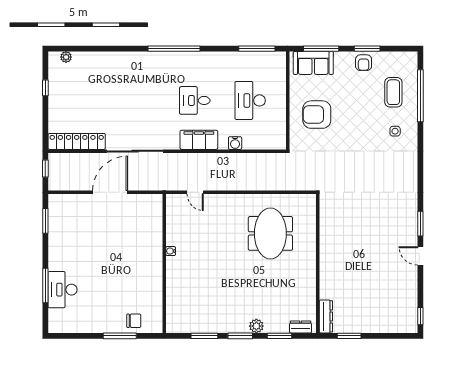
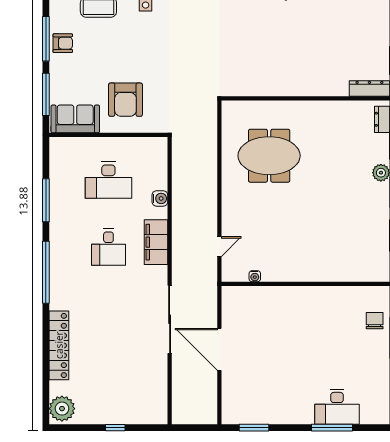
window: (257, 49) -> (46, 200), moved
window: (367, 49) -> (46, 39), width x1.44
plant: (66, 57) -> (62, 409), width x1.87, depth x1.87
sofa: (313, 63) -> (75, 119), moved, turned -90
window: (45, 88) -> (115, 428), moved
locker: (77, 141) -> (59, 345), moved, turned 180
window: (45, 169) -> (191, 428), removed
water cooler: (171, 251) -> (255, 276), moved

